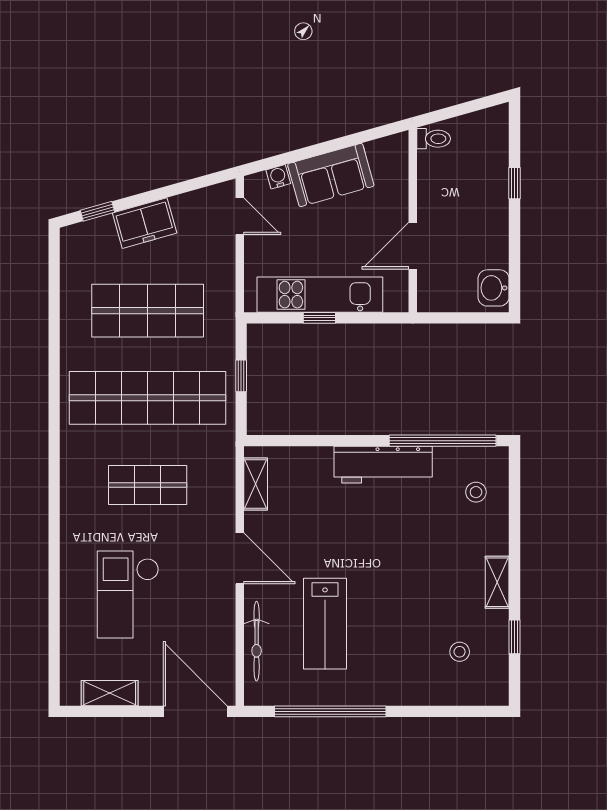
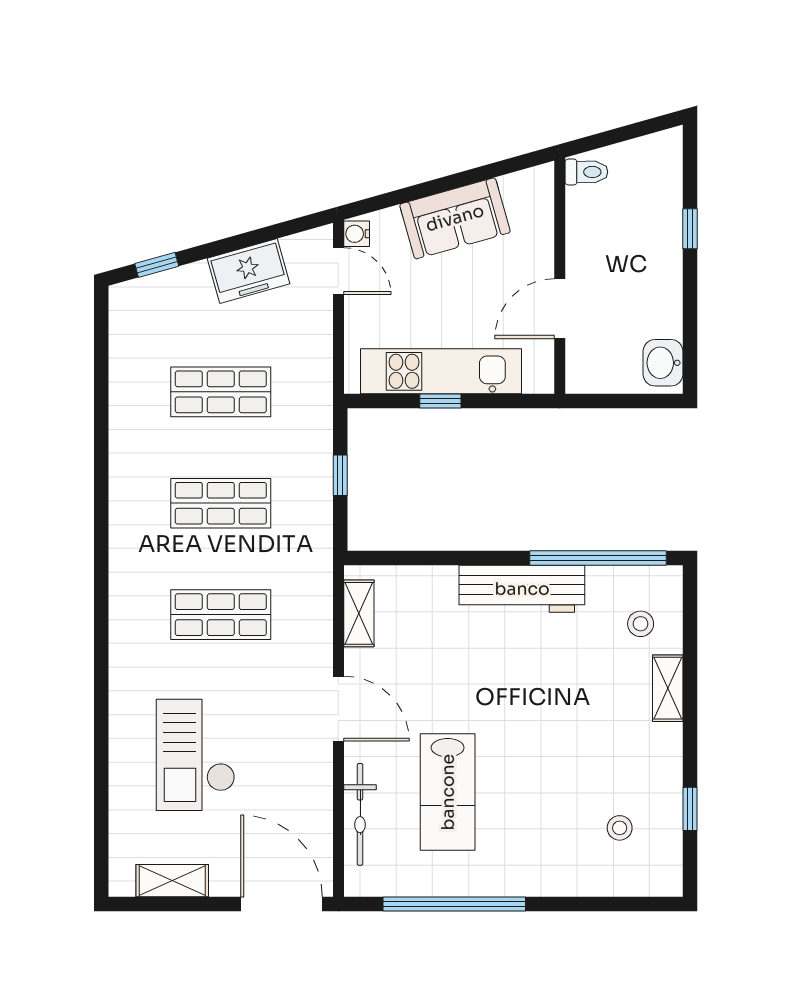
water cooler: (278, 177) -> (357, 234), moved, turned -74
freezer: (145, 223) -> (248, 271), moved
shop shelf: (148, 311) -> (221, 392), width x0.70, depth x0.74
shop shelf: (148, 398) -> (221, 503), width x0.50, depth x0.74
shelving: (497, 582) -> (668, 688), moved

